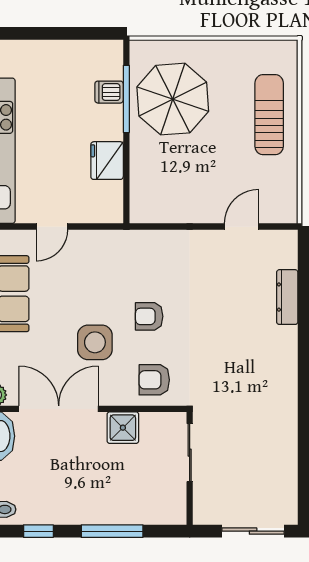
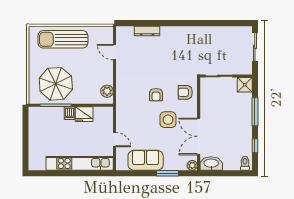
dishwasher: (109, 92) -> (69, 113), moved
sun lounger: (269, 115) -> (63, 39), width x1.36, depth x1.34
plant: (157, 210) -> (107, 91), added
armchair: (154, 380) -> (185, 92), turned 90
shower: (123, 428) -> (245, 85), moved

